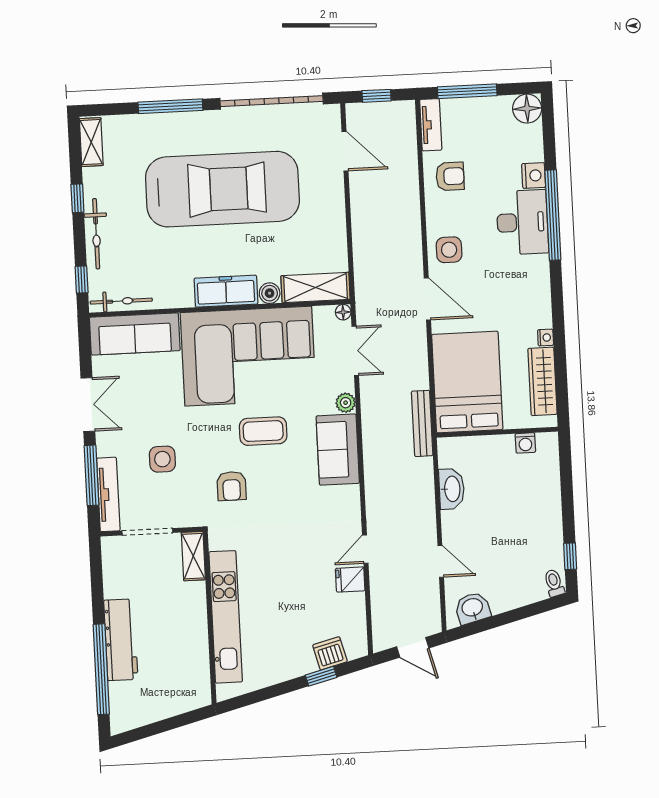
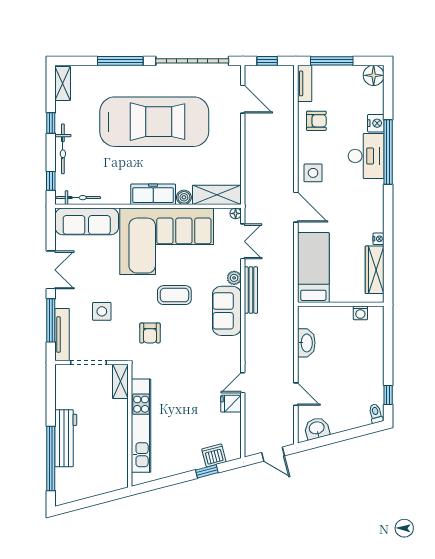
bed: (467, 382) -> (313, 268), width x0.67
bench: (422, 423) -> (251, 290), moved

